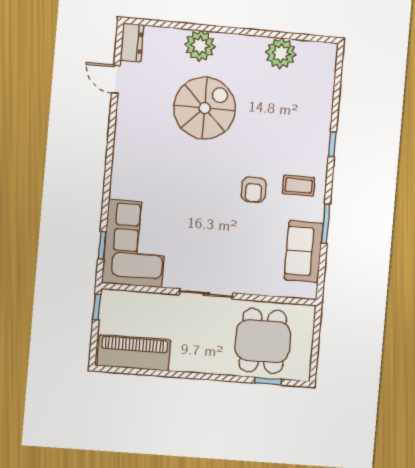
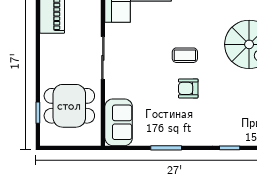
coffee table: (299, 186) -> (185, 55), moved, turned 90
sofa: (304, 251) -> (119, 122), moved, turned 90

